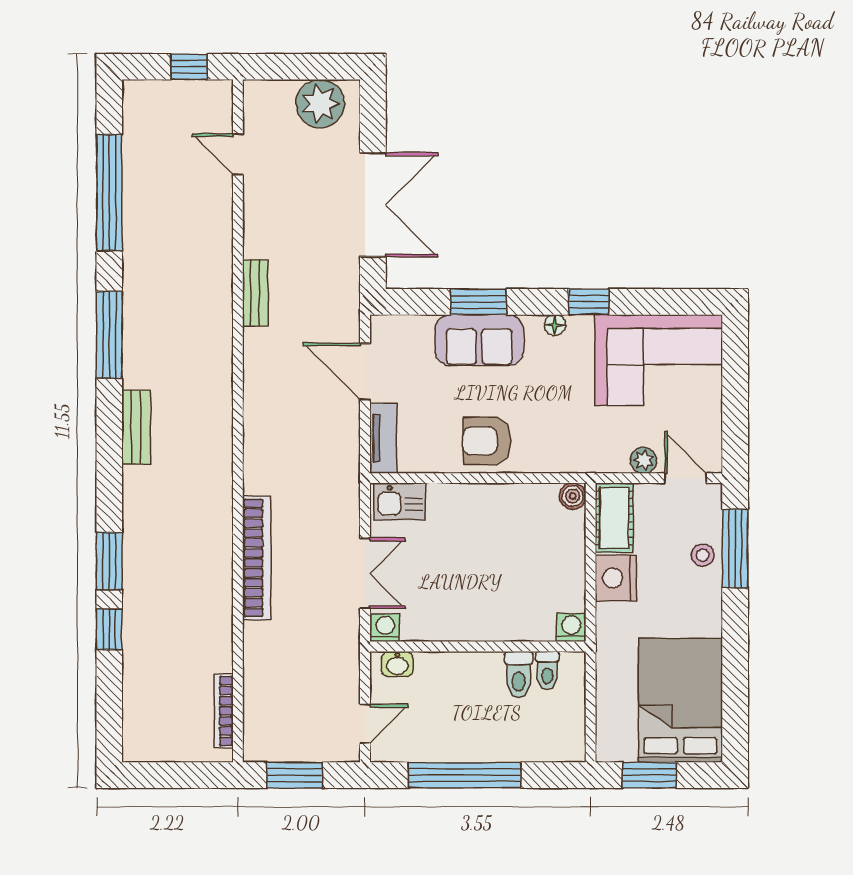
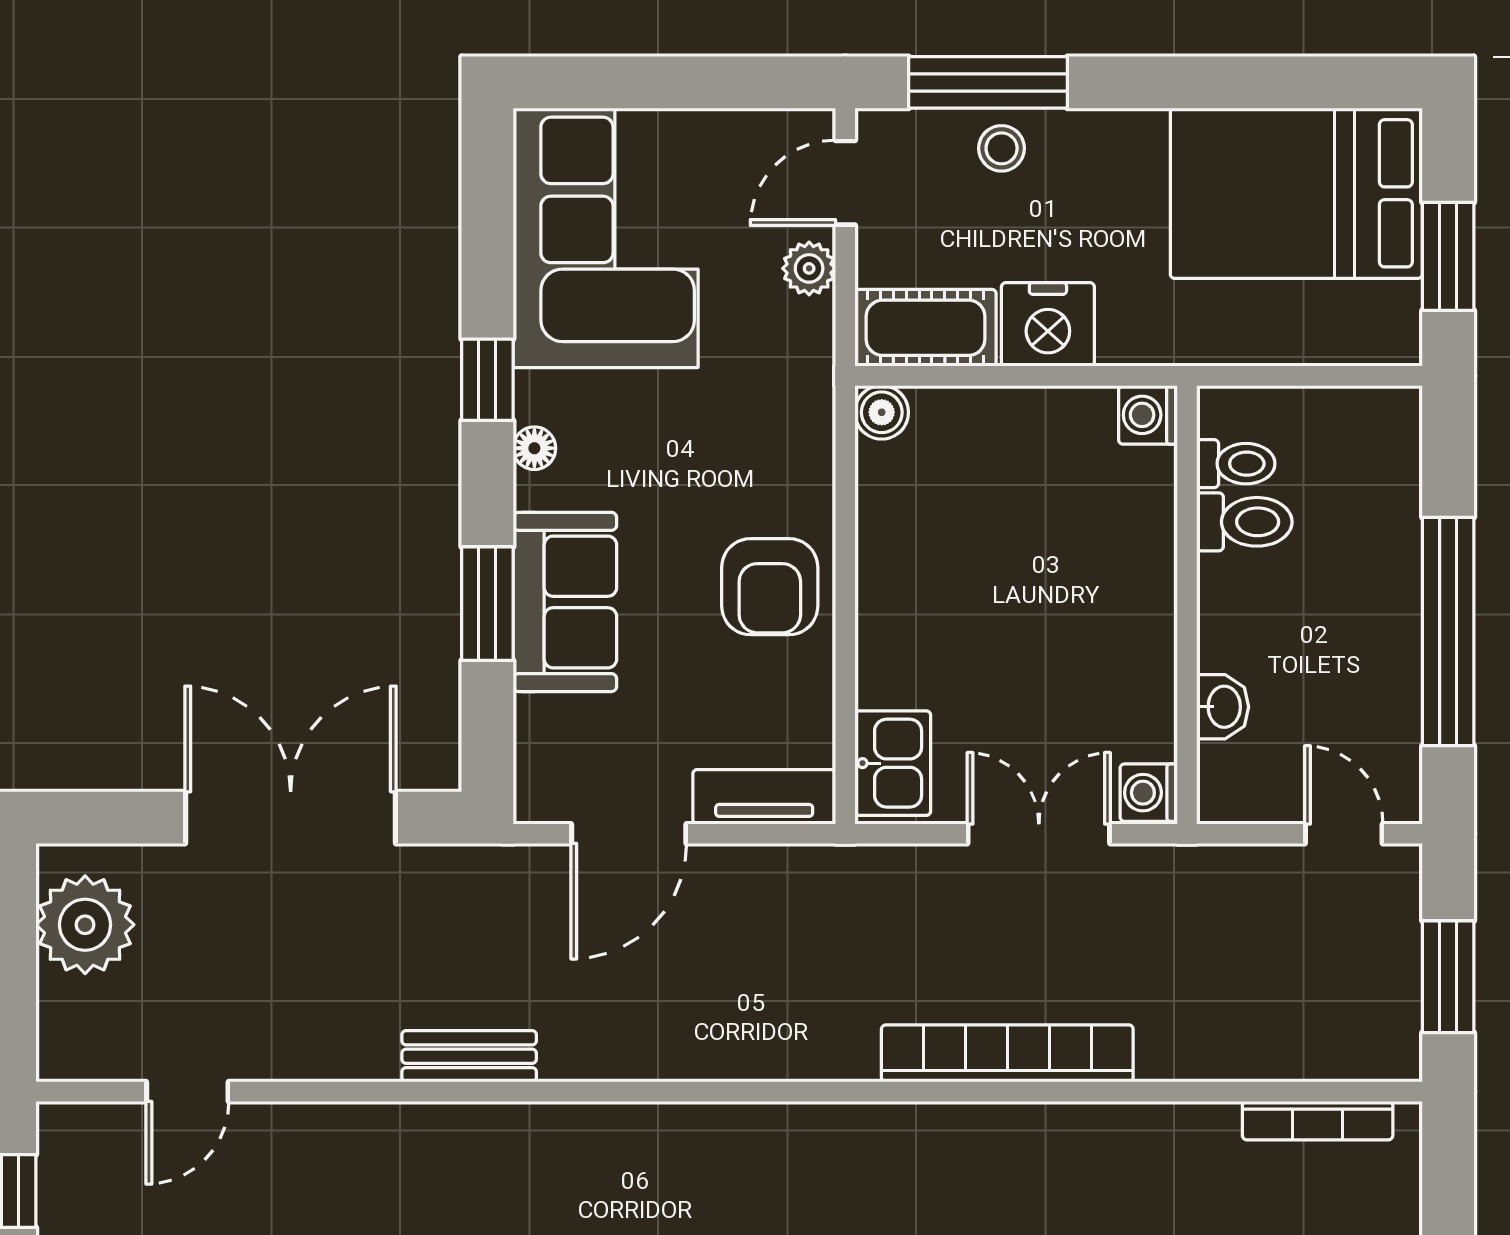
washbasin: (397, 664) -> (1223, 707), moved

